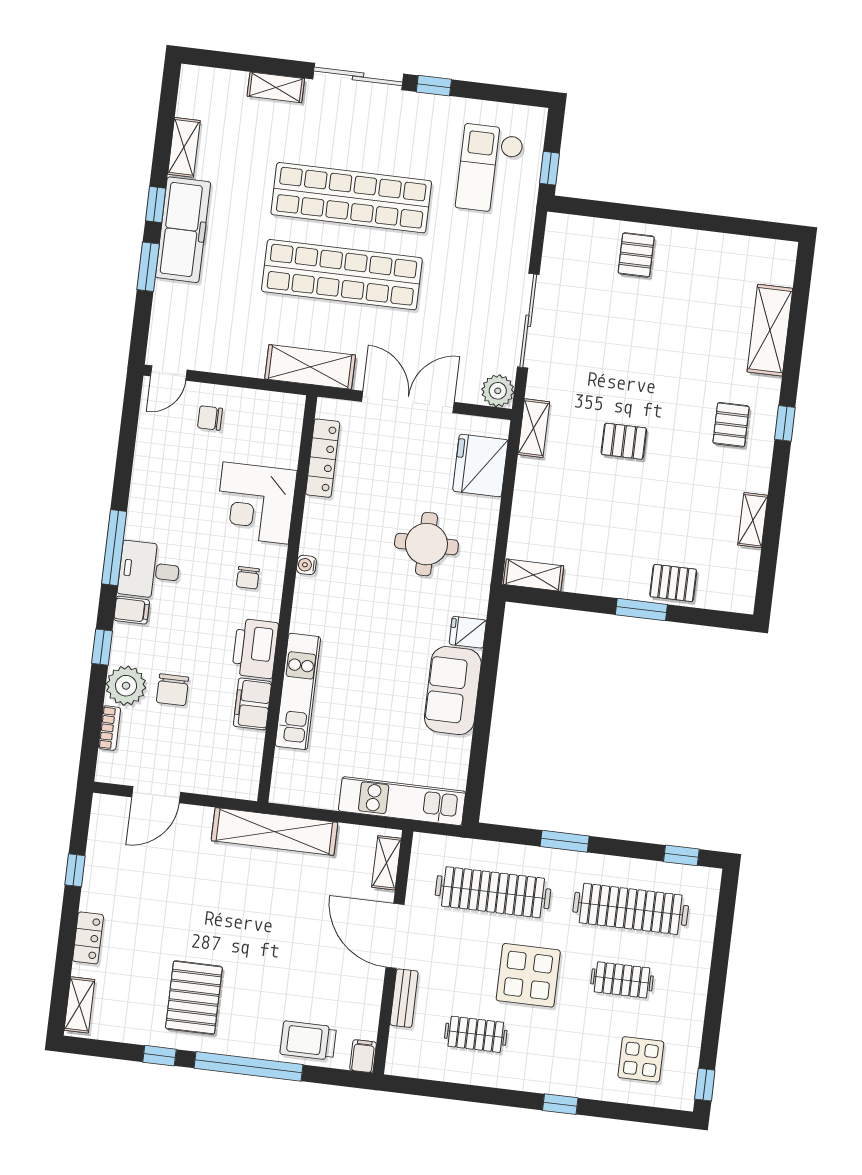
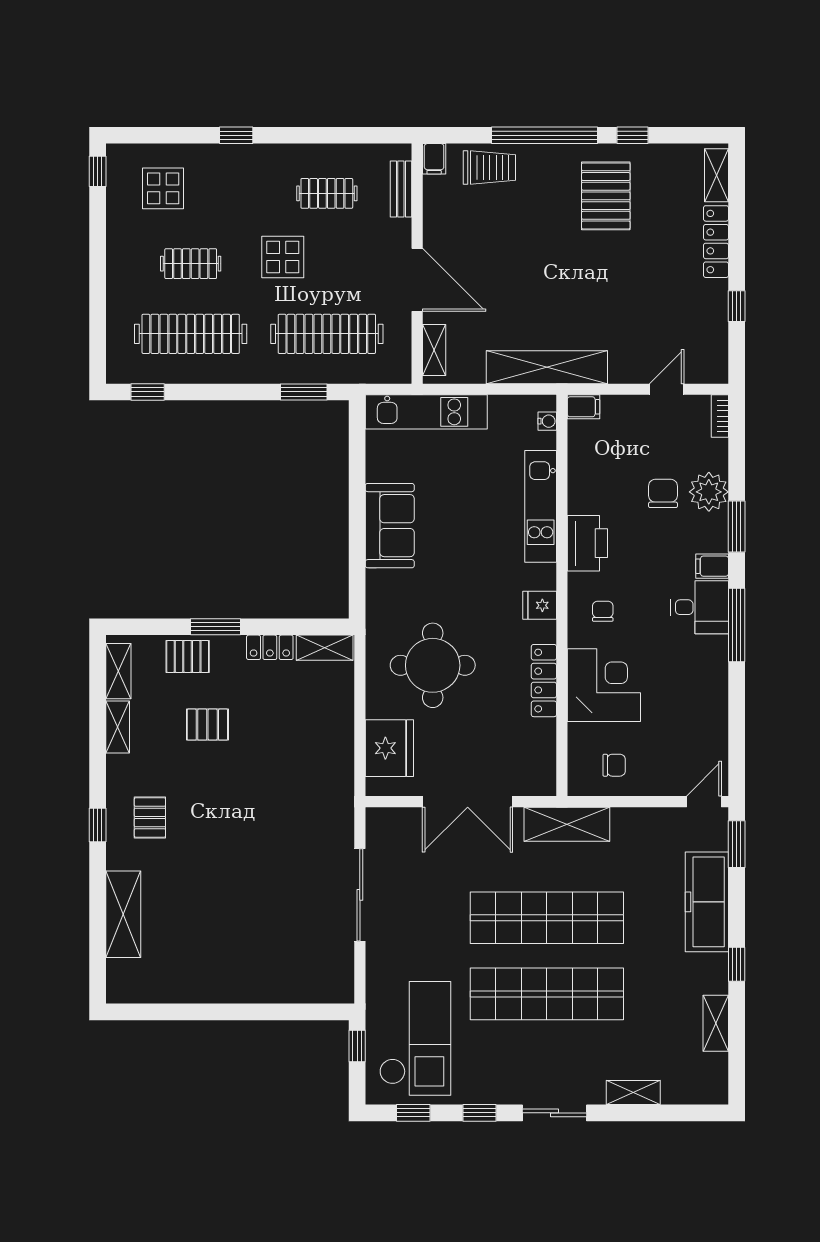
sliding door: (358, 76) -> (554, 1113), width x0.73
window: (501, 94) -> (413, 1113), added
checkout: (490, 169) -> (415, 1038), width x1.36, depth x1.21
freezer: (183, 230) -> (707, 902), moved
pallet: (636, 255) -> (262, 972), removed
window: (148, 267) -> (737, 844), moved
plant: (498, 391) -> (381, 823), removed
chair: (210, 418) -> (614, 765), moved
shelving: (534, 428) -> (118, 671), moved
pallet: (624, 441) -> (207, 725), moved
locker: (323, 458) -> (544, 681), moved
round table: (426, 544) -> (433, 665), width x1.36, depth x1.36
water cooler: (306, 565) -> (547, 421), moved
locker: (589, 582) -> (270, 647), added
fridge: (468, 632) -> (540, 605), moved, turned 180
window: (102, 647) -> (737, 526), width x1.50
filing cabinet: (252, 704) -> (583, 407), moved, width x0.50
bookcase: (109, 728) -> (720, 416), moved
door: (156, 795) -> (667, 389), width x0.73
window: (565, 841) -> (304, 392), moved
locker: (88, 938) -> (716, 242), width x1.53
display table: (528, 975) -> (283, 257), width x0.73, depth x0.73
bench: (404, 998) -> (401, 189), moved

